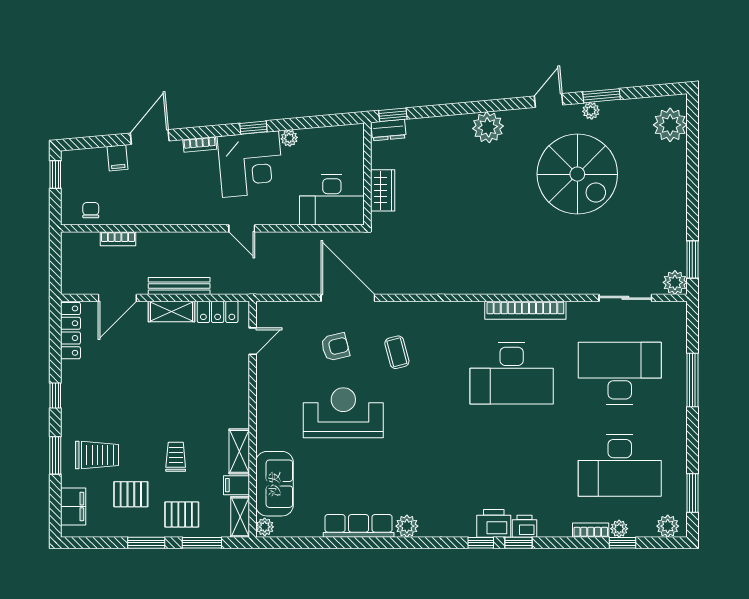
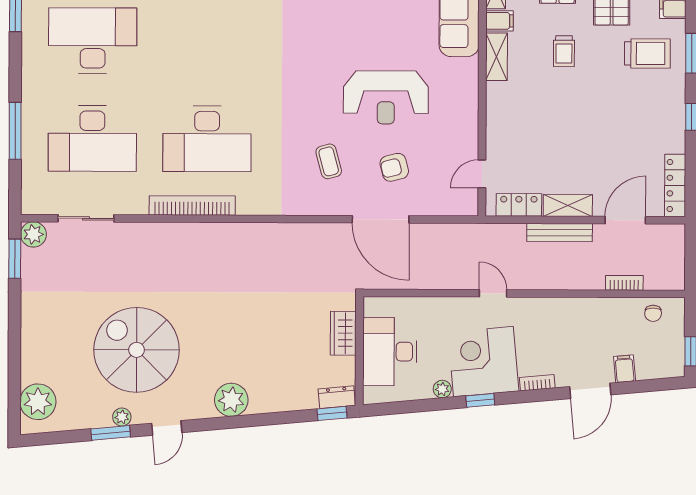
desk: (332, 200) -> (390, 352), moved, turned -90
desk: (512, 373) -> (207, 139), turned 180
trolley: (97, 455) -> (647, 53), turned 180

